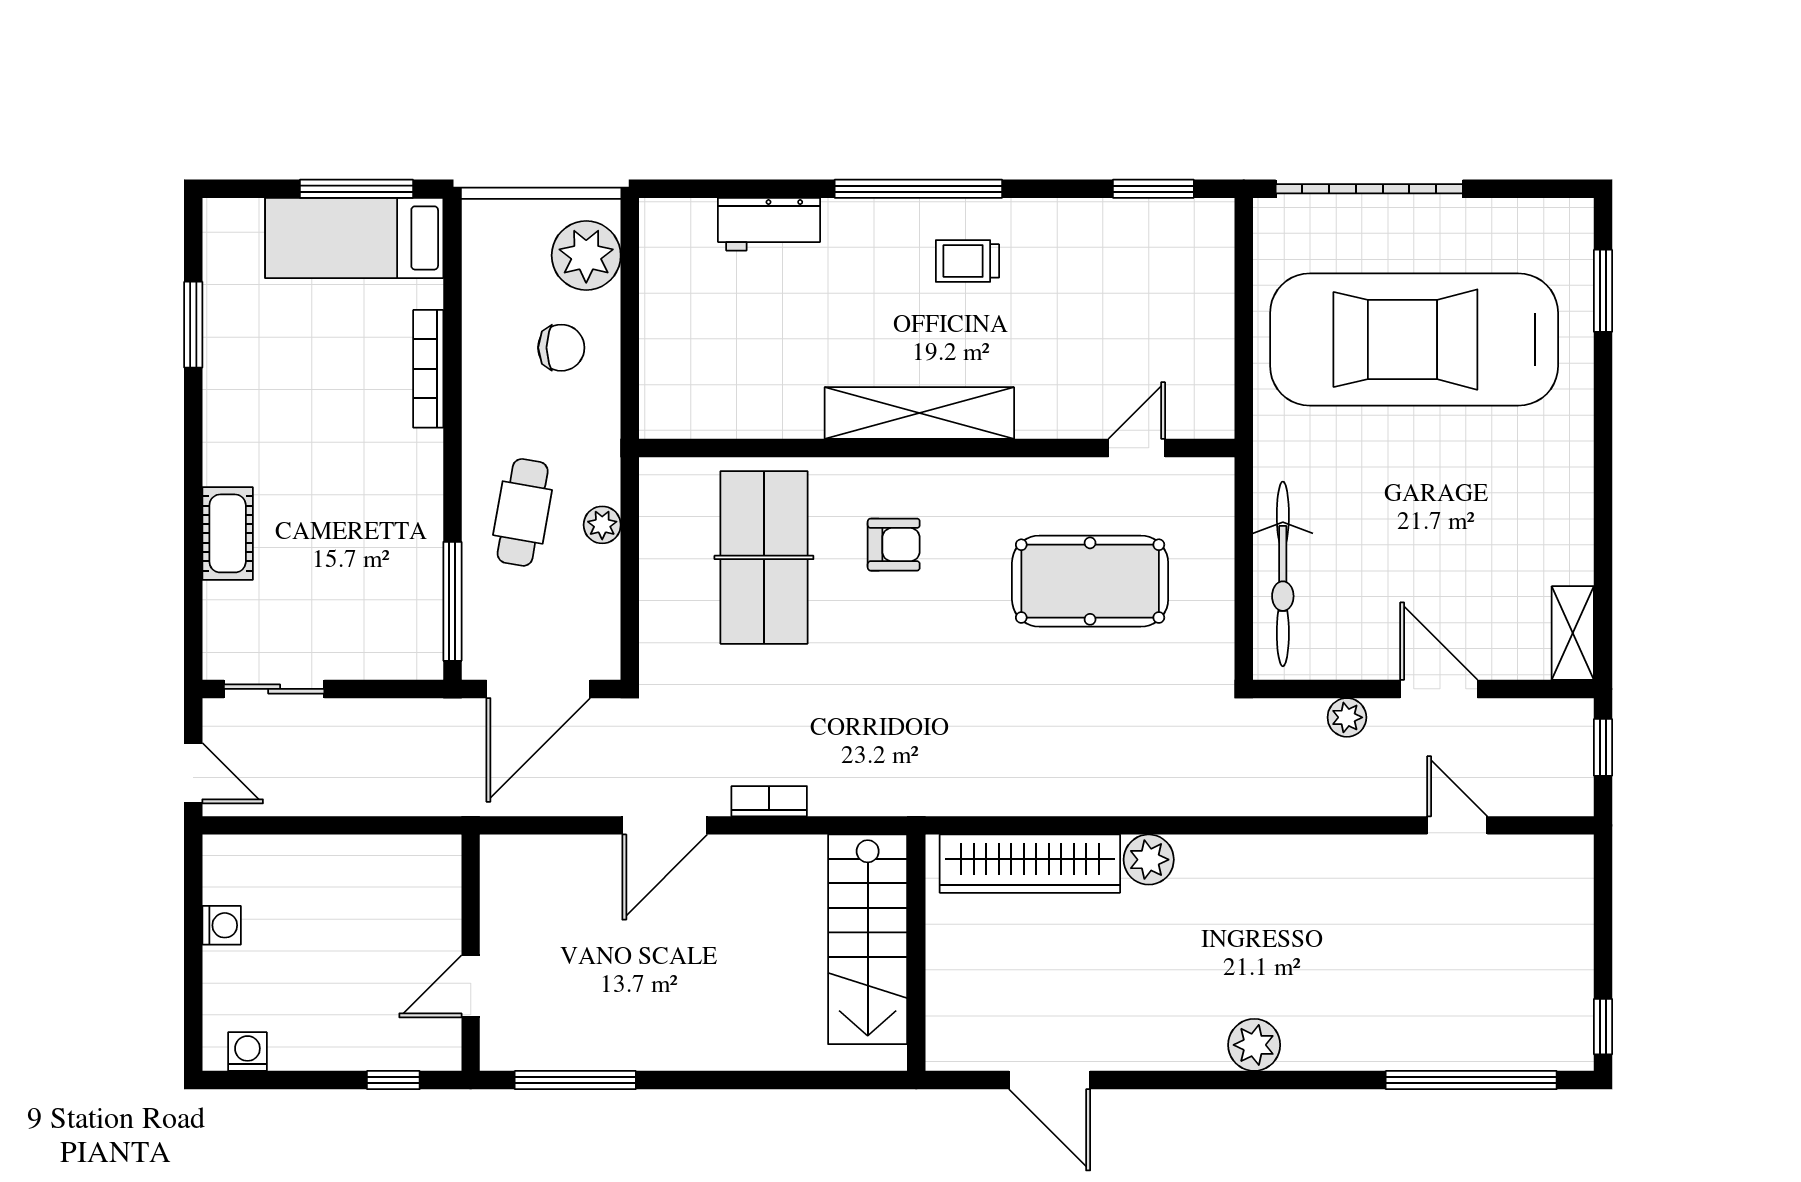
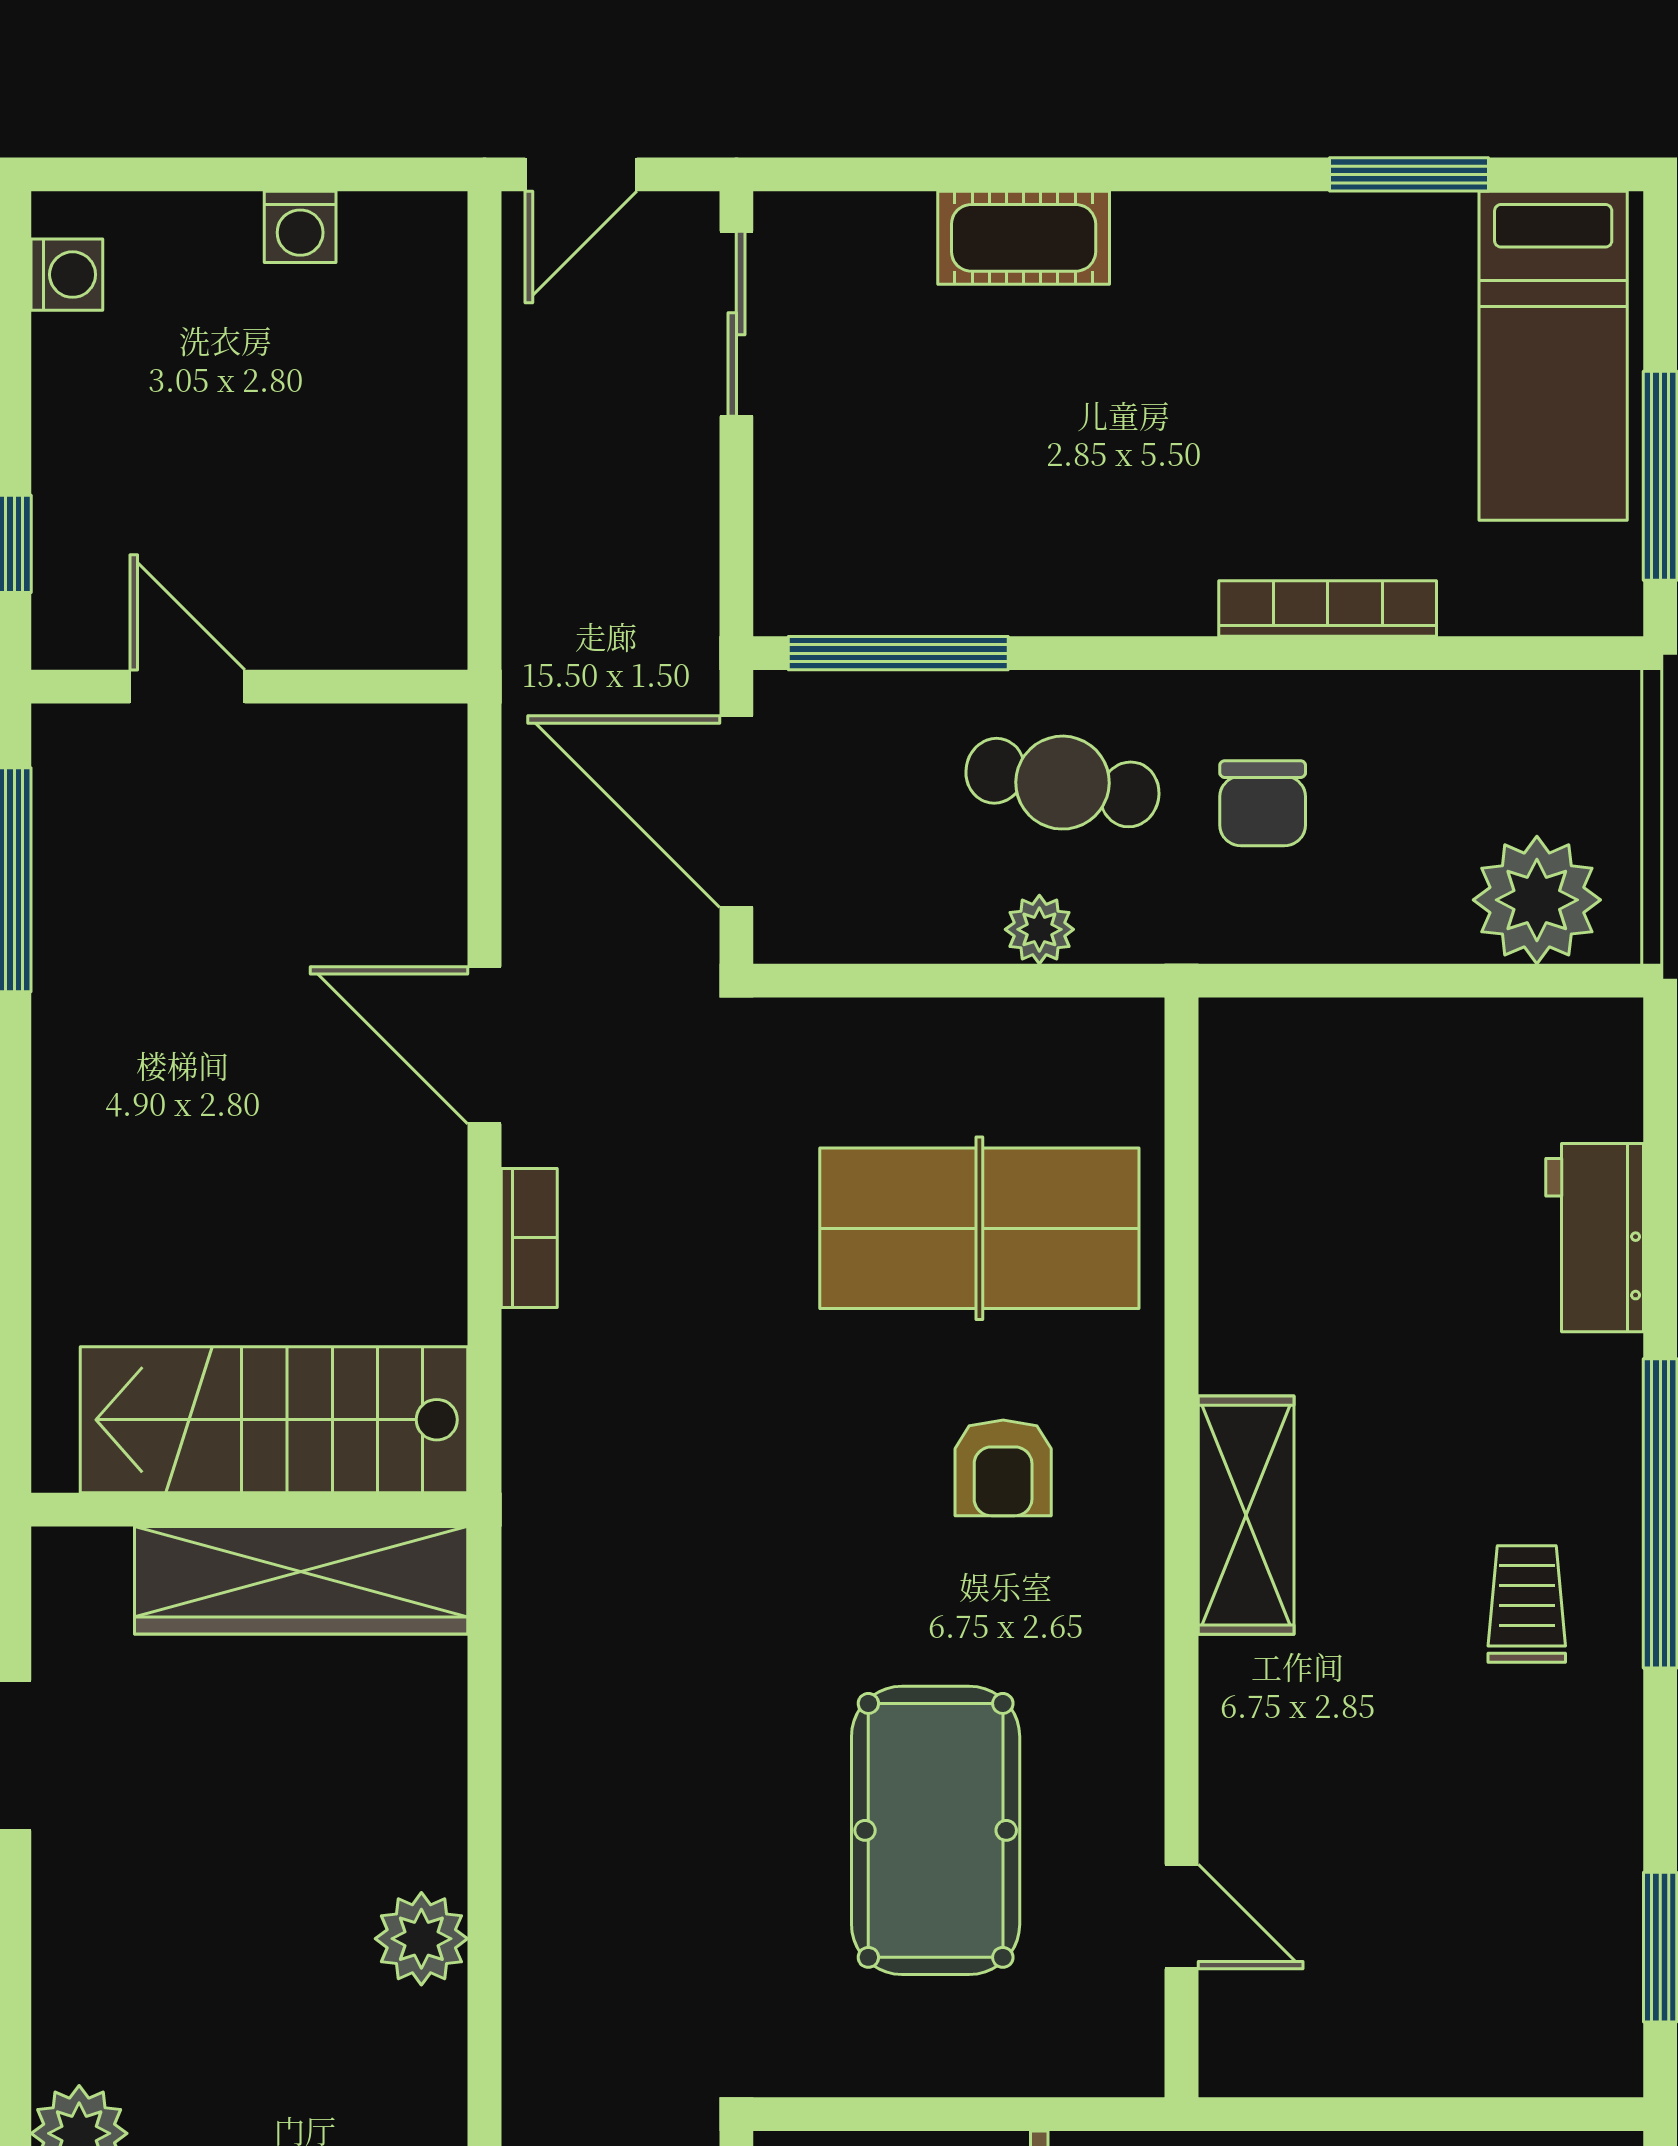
bed: (354, 238) -> (1553, 356), moved, turned 180
chair: (561, 348) -> (1263, 803), moved
shelving: (919, 413) -> (1246, 1515), width x0.68
wardrobe: (1030, 864) -> (301, 1580), moved, turned -90

